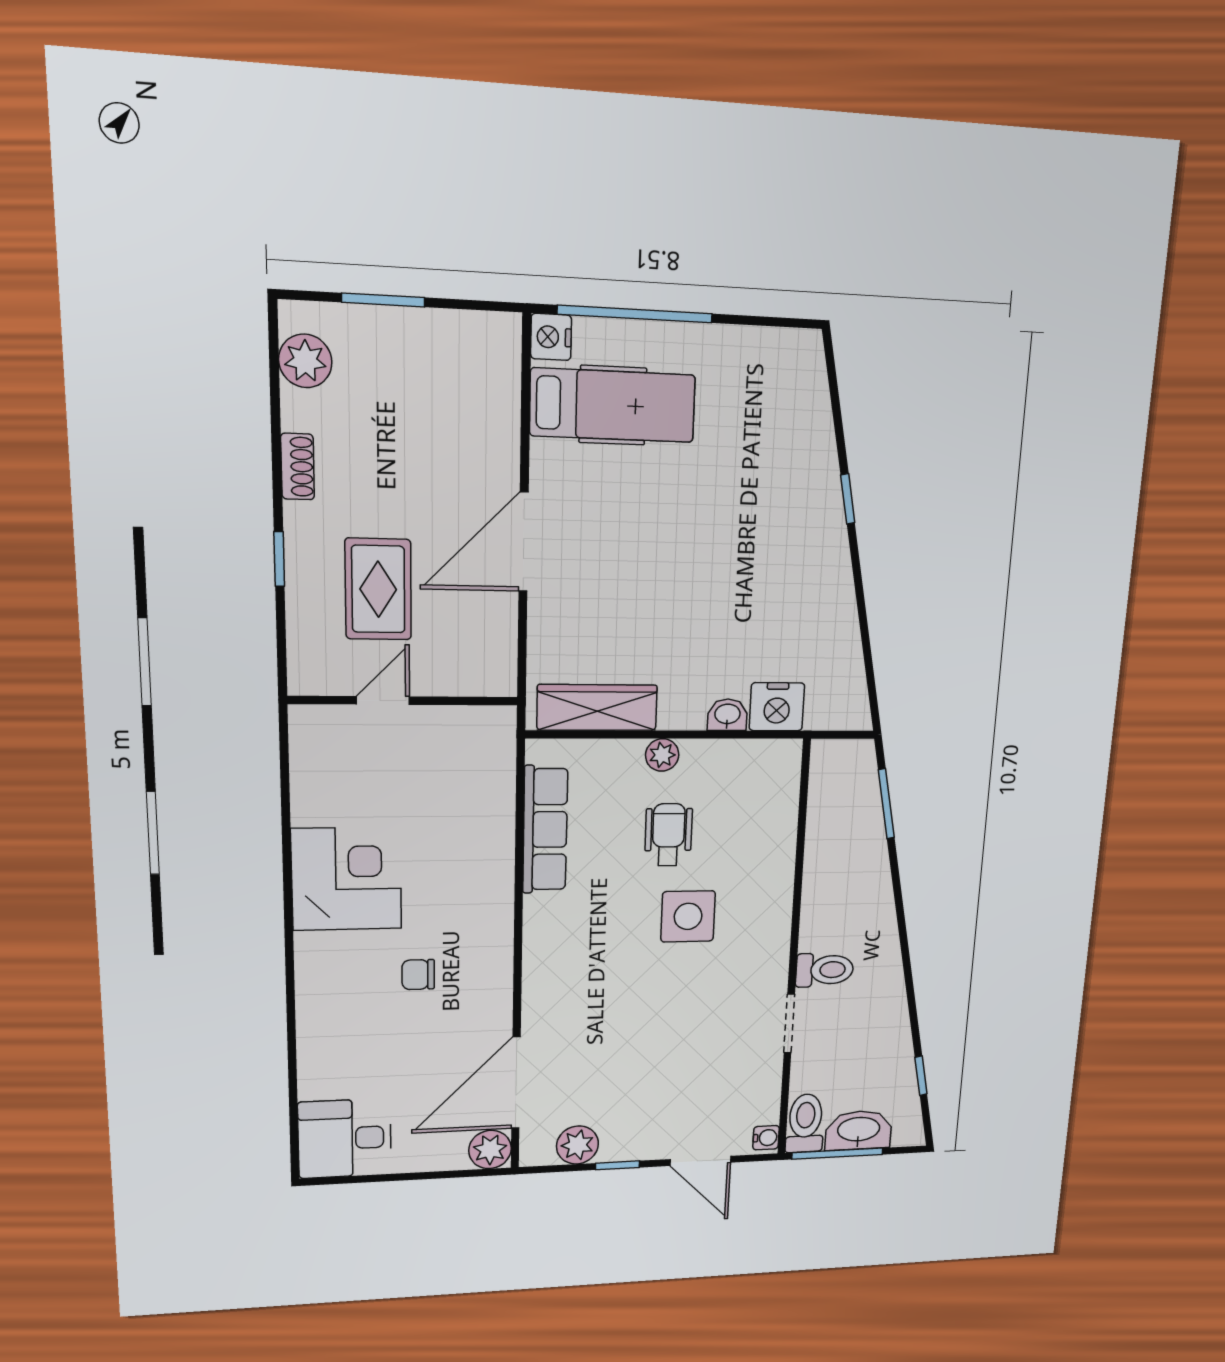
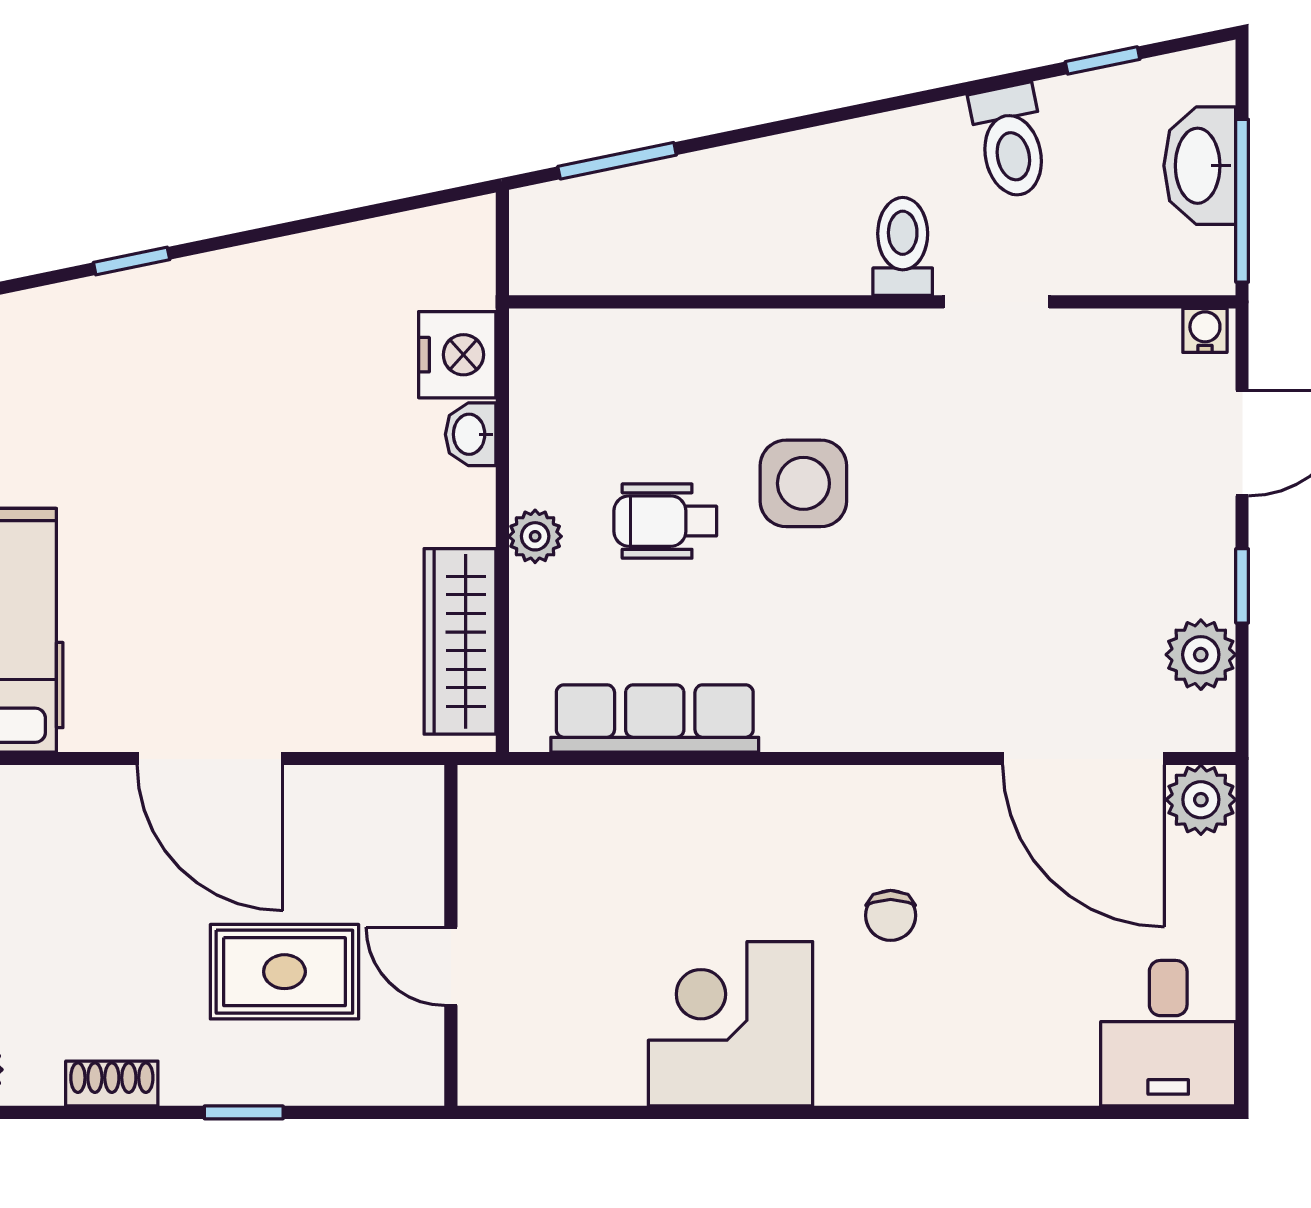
toilet: (805, 1123) -> (1010, 141), moved, turned -102

